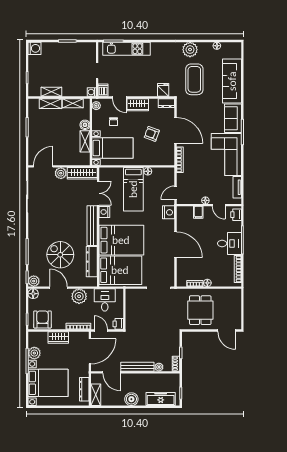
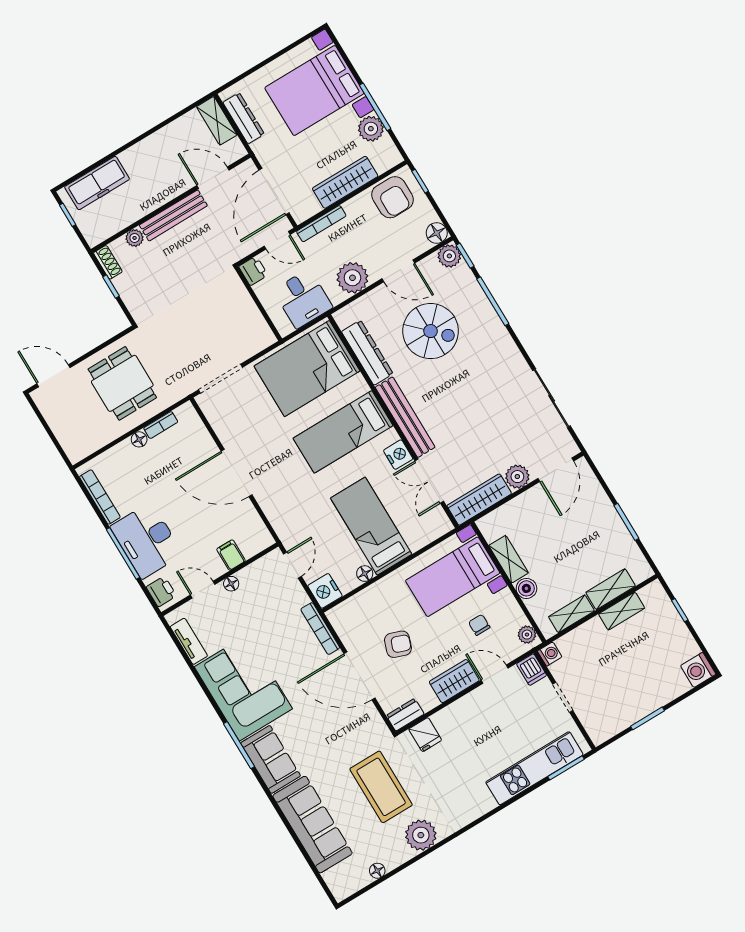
nightstand: (169, 212) -> (325, 591), moved
bed: (121, 240) -> (343, 432), width x0.67
desk: (229, 243) -> (147, 540), width x1.37
wardrobe: (58, 337) -> (345, 182), width x1.50
boiler: (131, 399) -> (149, 151), removed

